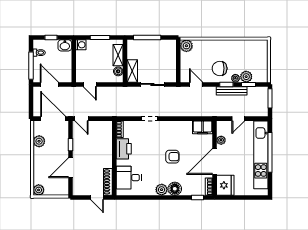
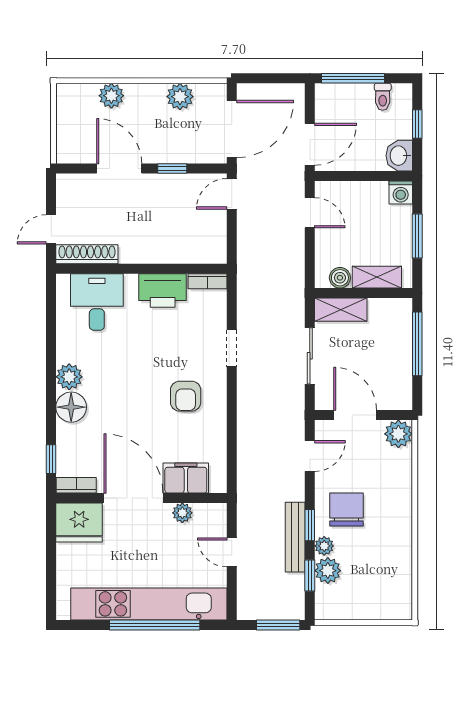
door: (178, 65) -> (355, 415), added
door: (49, 84) -> (310, 144), moved
door: (90, 84) -> (310, 213), swing flipped
filing cabinet: (202, 127) -> (186, 478), moved, turned 90
armchair: (172, 157) -> (186, 396), moved
plant: (39, 190) -> (111, 96), moved

